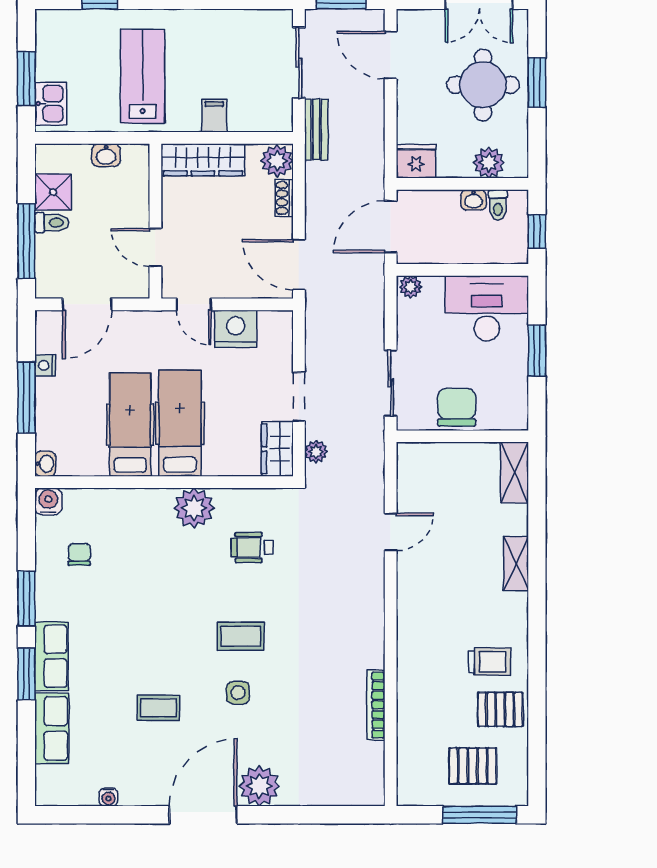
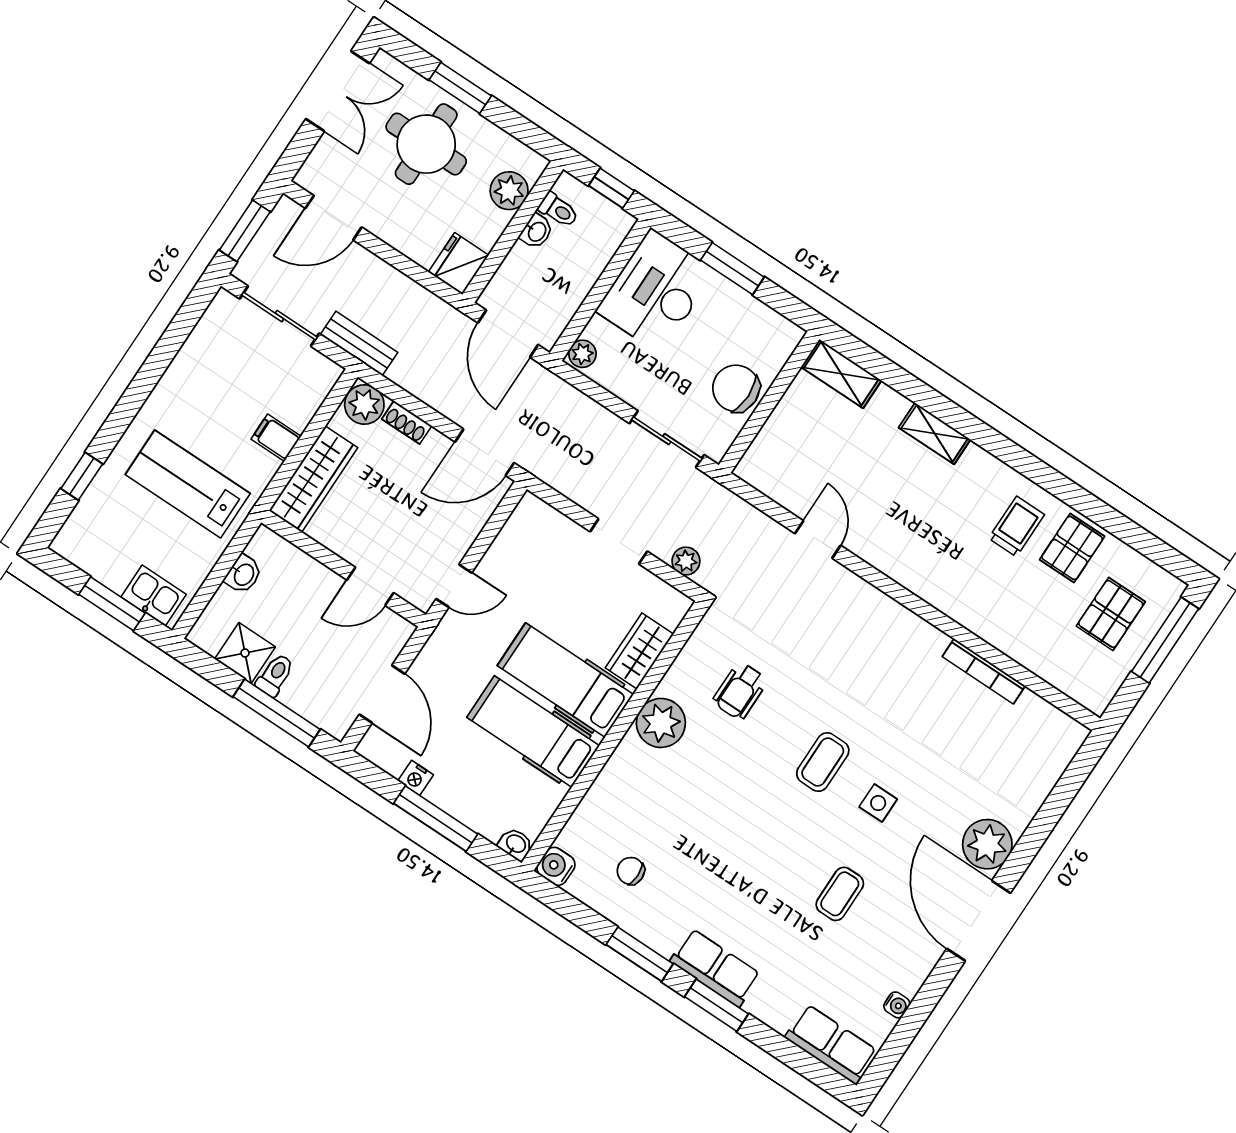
nightstand: (236, 329) -> (507, 560), removed
wardrobe: (277, 449) -> (639, 651), moved, turned 90
row of seats: (52, 728) -> (831, 1044), moved

